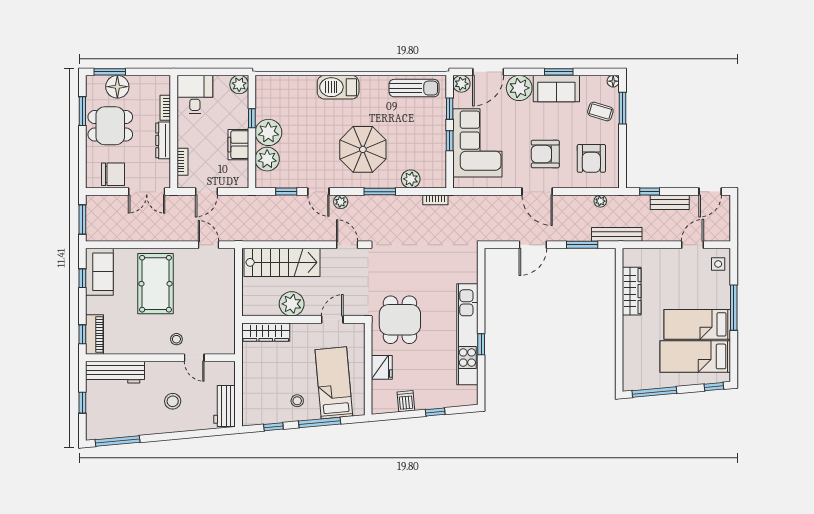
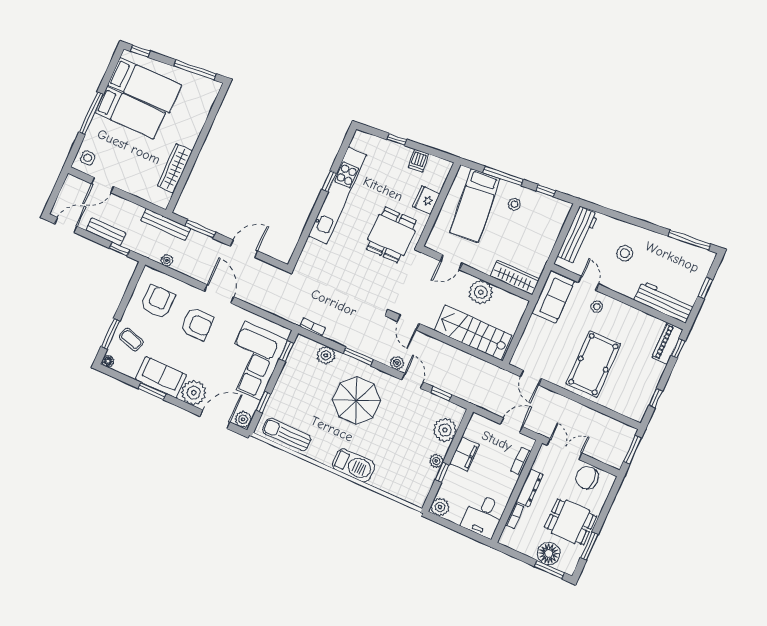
plant: (268, 132) -> (436, 461), width x0.53, depth x0.53
window: (450, 141) -> (286, 351), moved
sofa: (99, 272) -> (553, 297), moved, turned 180
workbench: (225, 406) -> (578, 235), width x1.38

